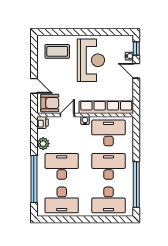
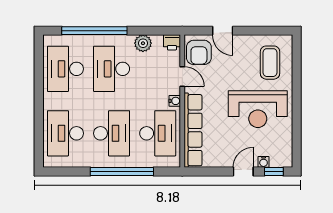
door: (34, 86) -> (223, 31), hinge flipped
desk: (62, 166) -> (112, 69), turned 180
window: (136, 185) -> (122, 171), moved

